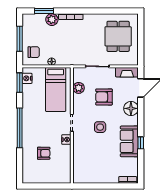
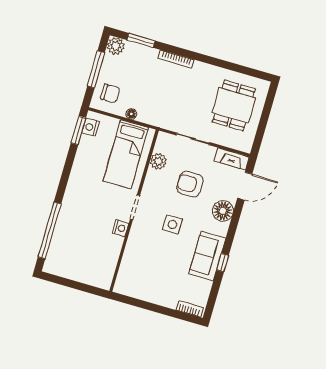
plant: (52, 20) -> (116, 46), moved
window: (20, 128) -> (50, 230), moved
armchair: (44, 153) -> (83, 238), removed

